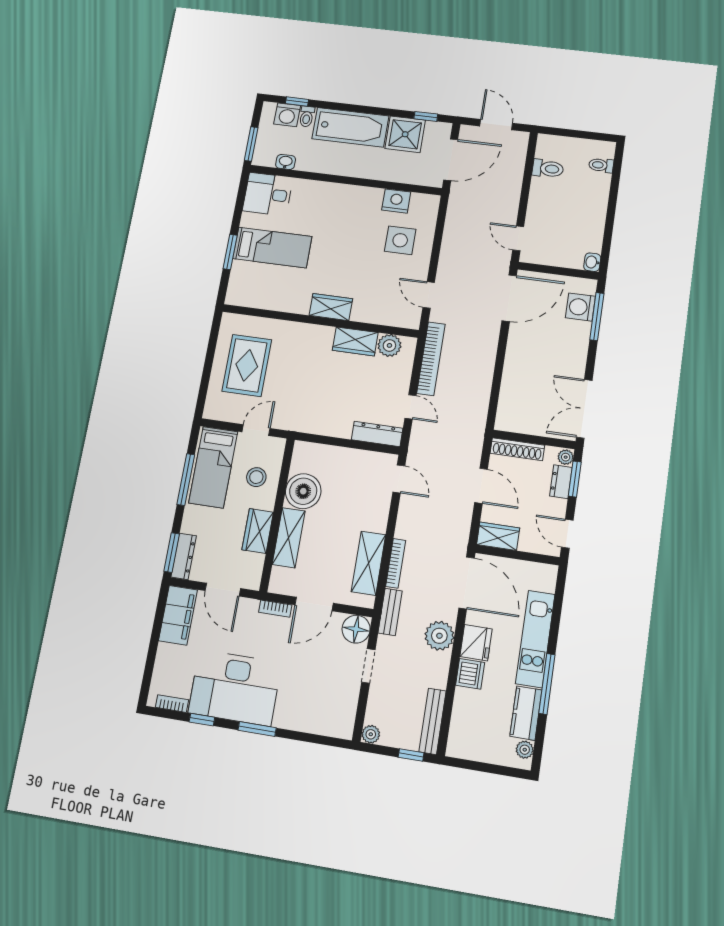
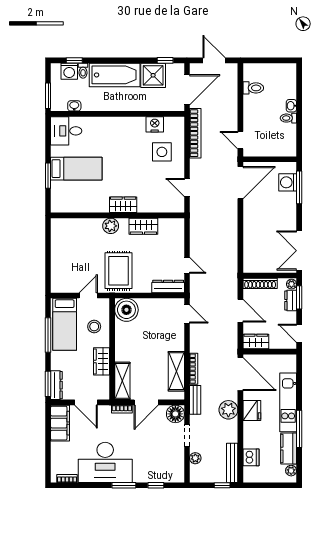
toilet: (601, 165) -> (288, 118), moved
washbasin: (592, 262) -> (291, 106), moved
plant: (389, 345) -> (111, 226), moved
bookcase: (431, 359) -> (195, 133), moved
rug: (247, 365) -> (118, 271), moved
boiler: (303, 491) -> (126, 310), moved
shelving: (289, 538) -> (122, 381), moved
dishwasher: (470, 674) -> (251, 457), moved
window: (202, 720) -> (156, 485), moved
plant: (371, 734) -> (195, 458), moved

